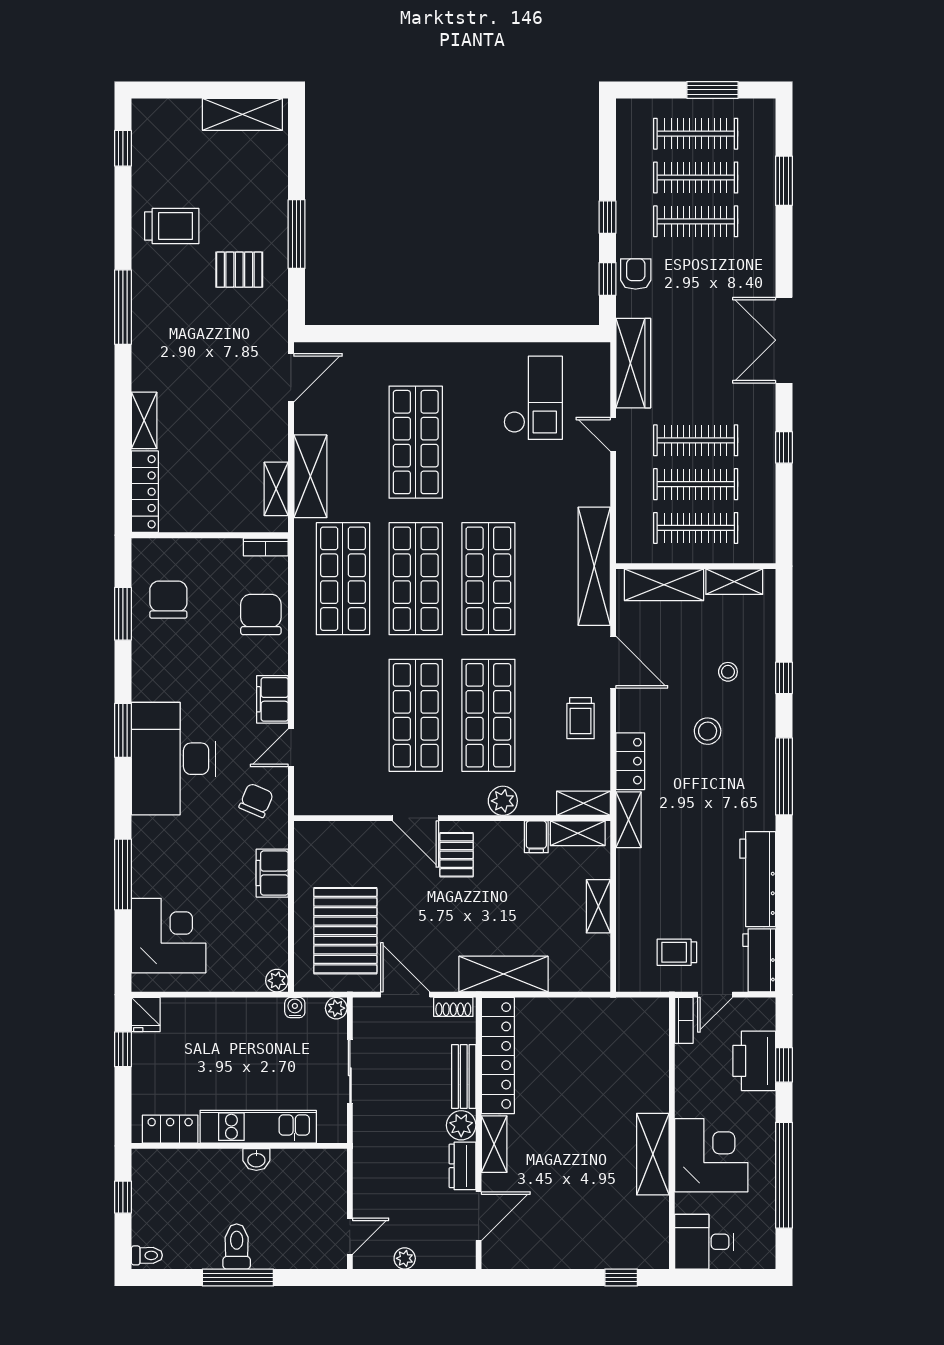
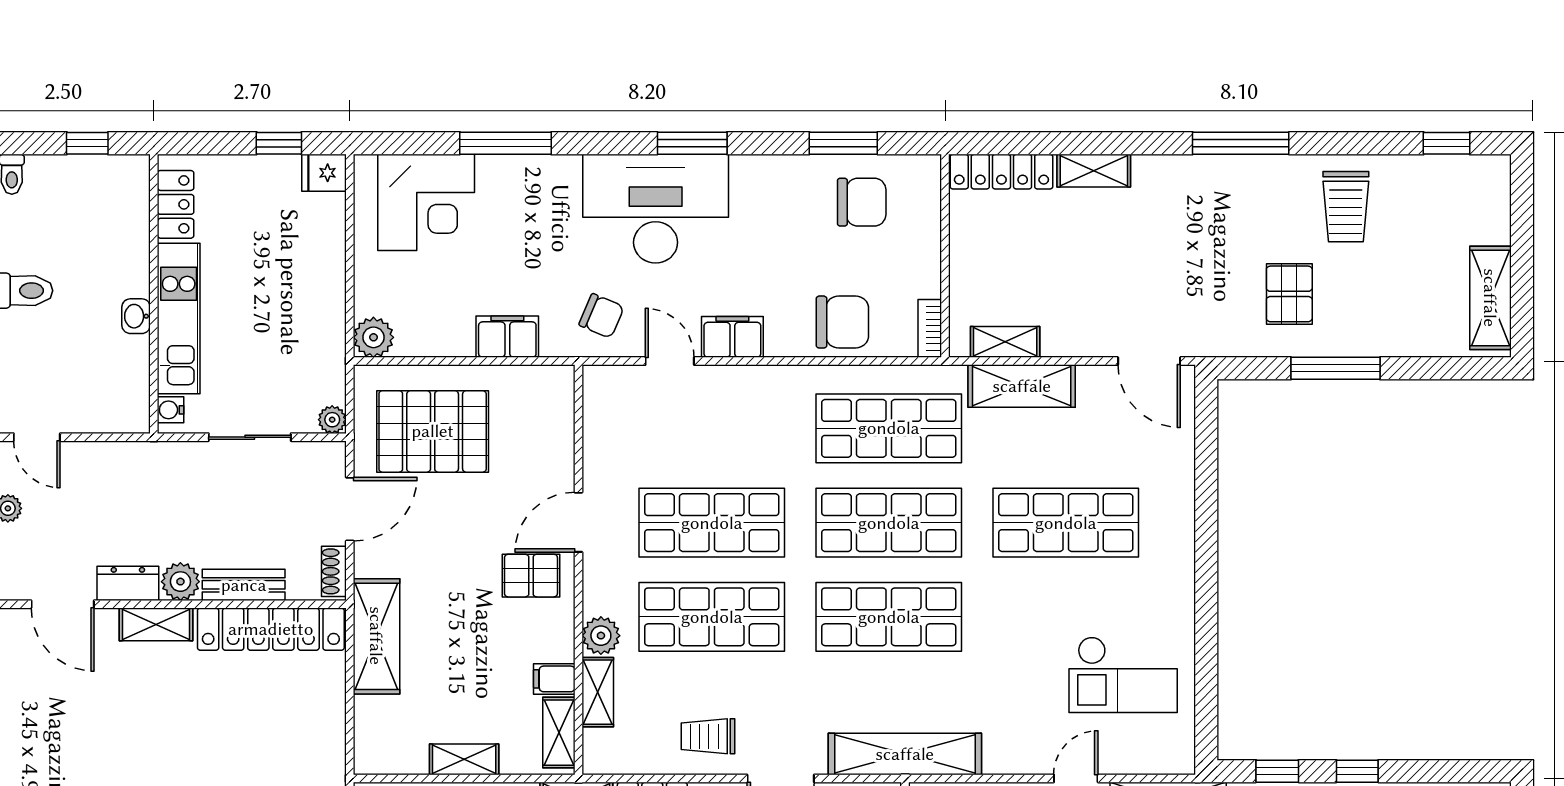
shelving: (583, 803) -> (598, 692), moved
plant: (277, 981) -> (373, 337), width x1.38, depth x1.38
water cooler: (295, 1008) -> (171, 410), moved, turned 180

